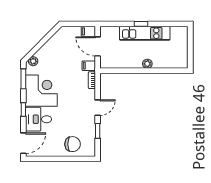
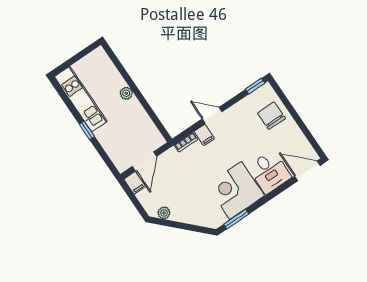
kitchen unit: (145, 33) -> (81, 99), moved
plant: (33, 61) -> (164, 213), moved
filing cabinet: (89, 66) -> (204, 135), moved
window: (23, 110) -> (270, 196), removed
window: (98, 131) -> (255, 86), moved

